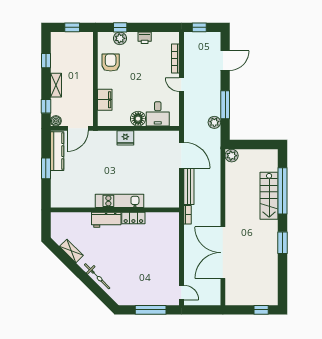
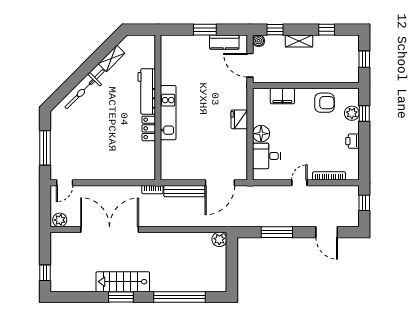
plant: (214, 122) -> (60, 220), moved
kitchen counter: (57, 151) -> (224, 42), width x0.67
stairs: (269, 196) -> (123, 282), moved
workbench: (106, 220) -> (147, 91), width x1.38
bicycle: (97, 276) -> (85, 89), width x1.37, depth x1.40

